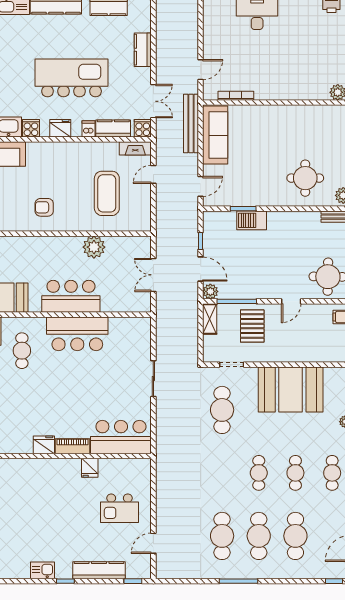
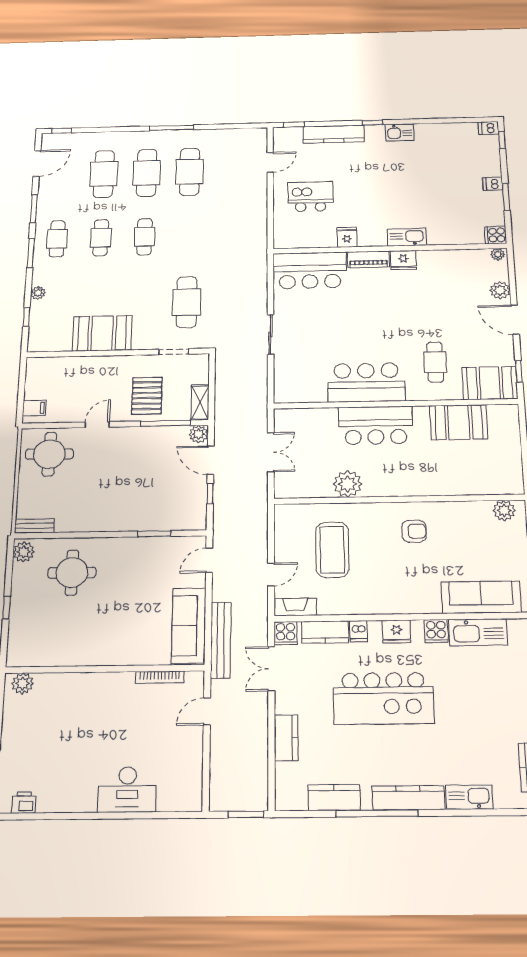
barbecue: (252, 220) -> (144, 520), removed
booth: (291, 390) -> (102, 333), width x0.73, depth x0.70
kitchen sink: (40, 467) -> (407, 237), added

